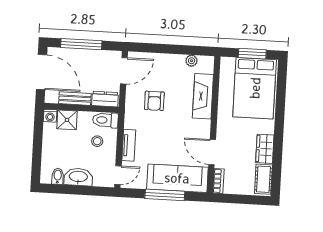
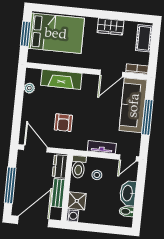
armchair: (154, 101) -> (63, 123), turned 90
door: (118, 175) -> (128, 158), swing flipped
cot: (263, 179) -> (144, 38), moved, turned 90

